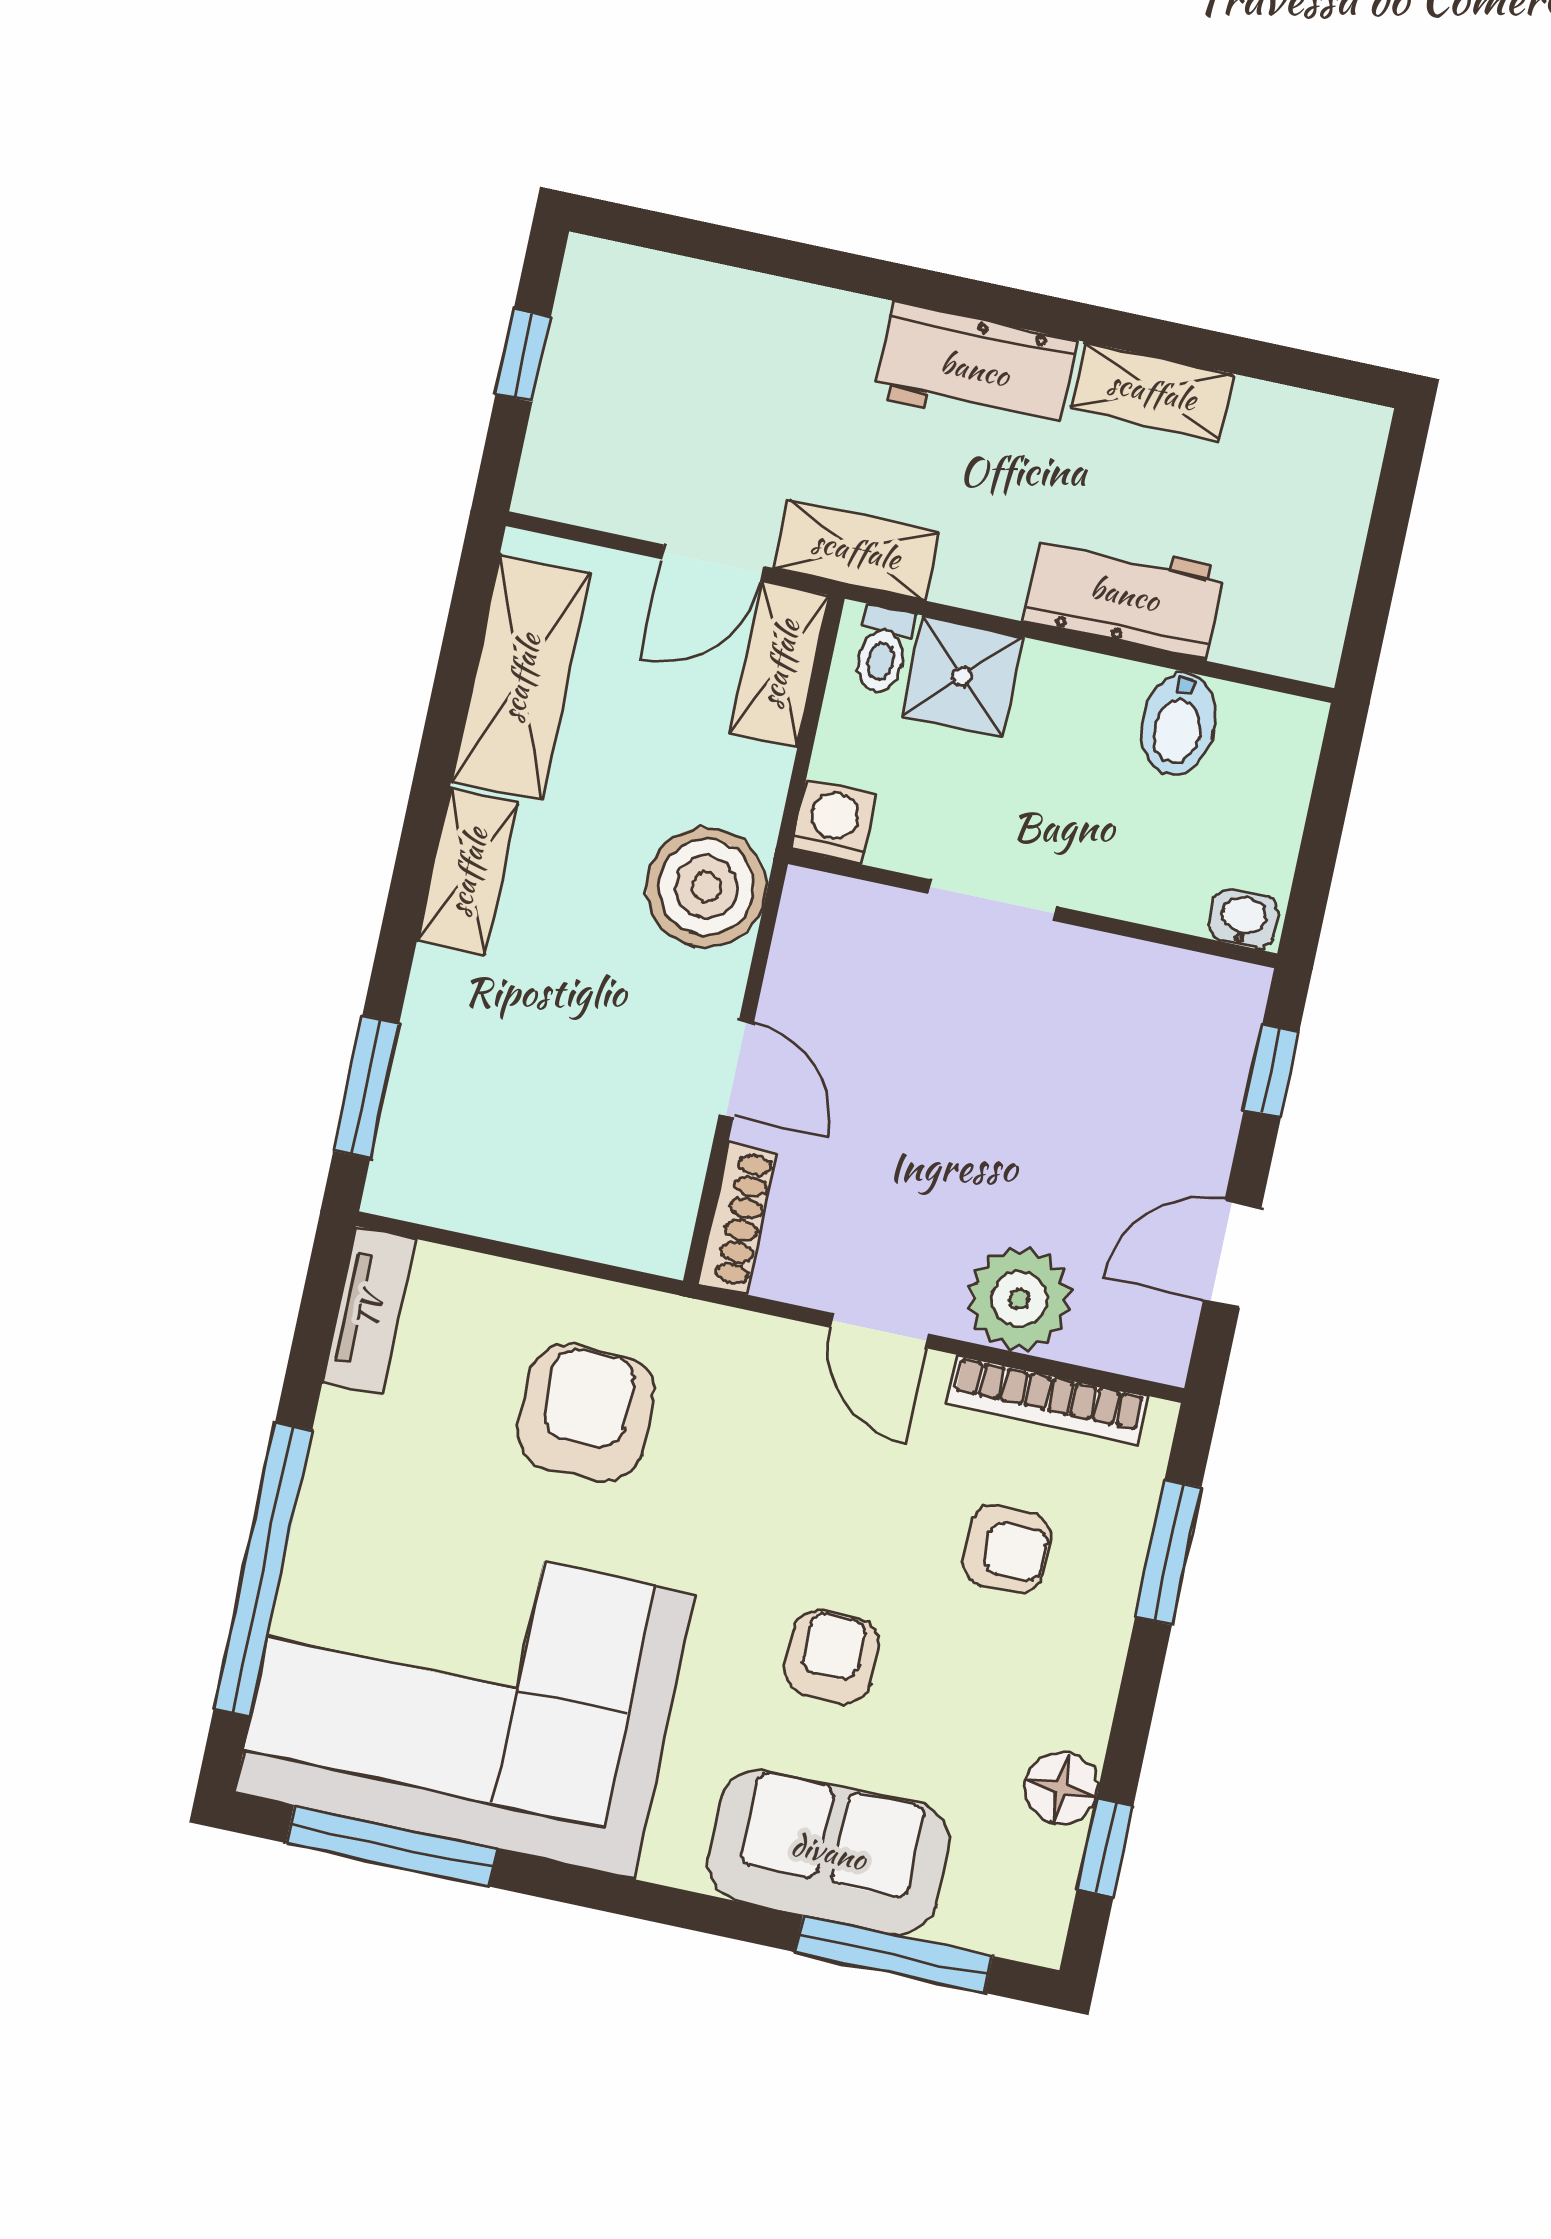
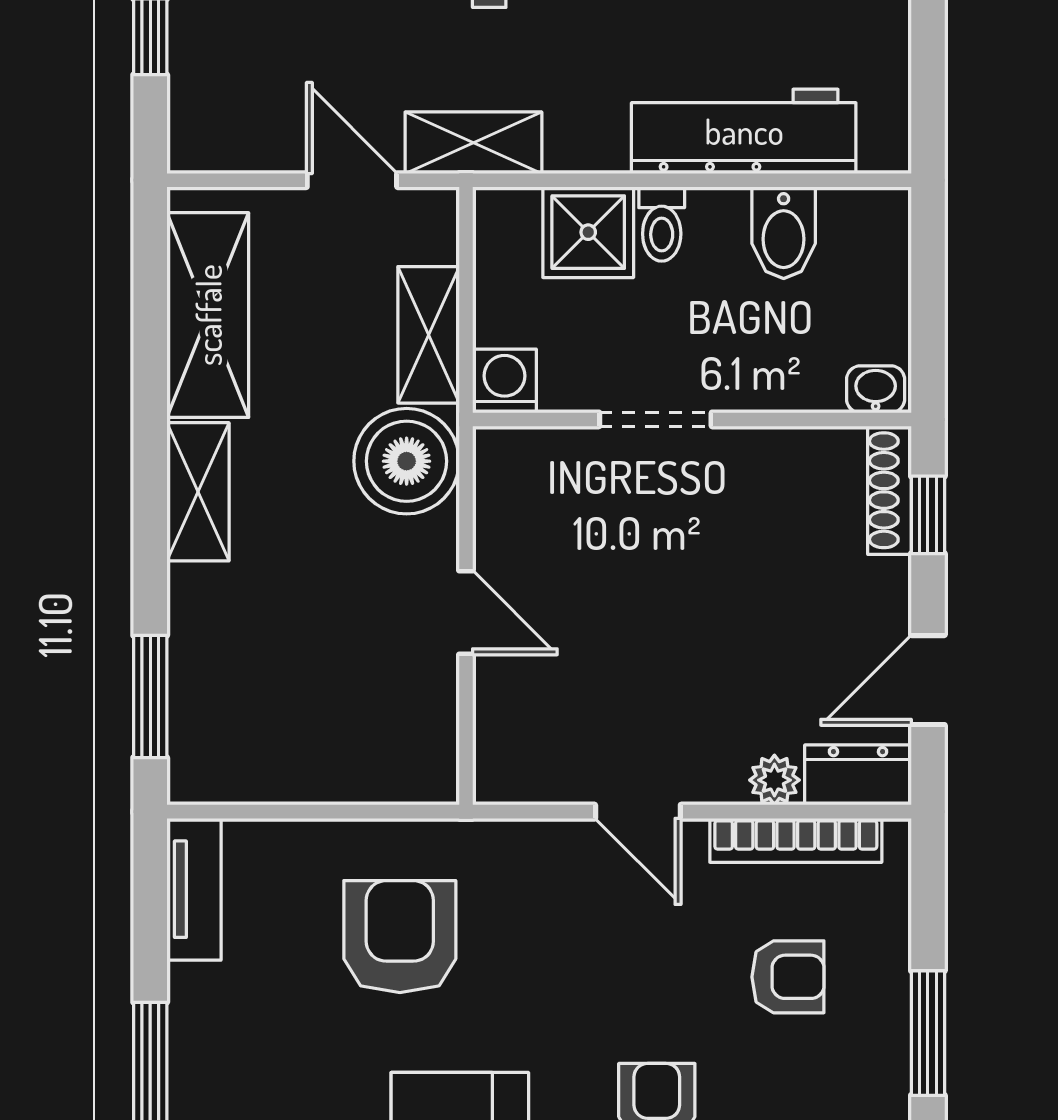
door: (713, 563) -> (352, 180), swing flipped
workbench: (1125, 594) -> (744, 131), width x1.37
toilet: (883, 650) -> (662, 224), moved
shelving: (780, 664) -> (429, 335), moved
shoe rack: (737, 1218) -> (889, 490), moved, turned 180
plant: (1019, 1299) -> (774, 780), width x0.53, depth x0.53
dresser: (1132, 1342) -> (858, 775), added
window: (1168, 1552) -> (928, 1033), moved

